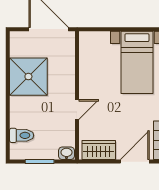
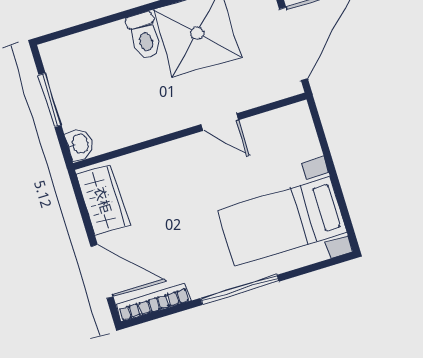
door: (77, 110) -> (220, 122), moved
toilet: (22, 135) -> (144, 36), moved

